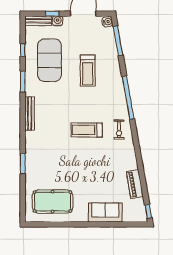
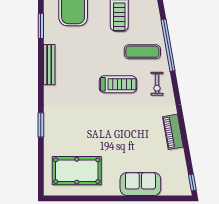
exercise mat: (107, 103) -> (142, 52), added
treadmill: (87, 130) -> (118, 84), turned 180
piano: (135, 184) -> (173, 132), moved

